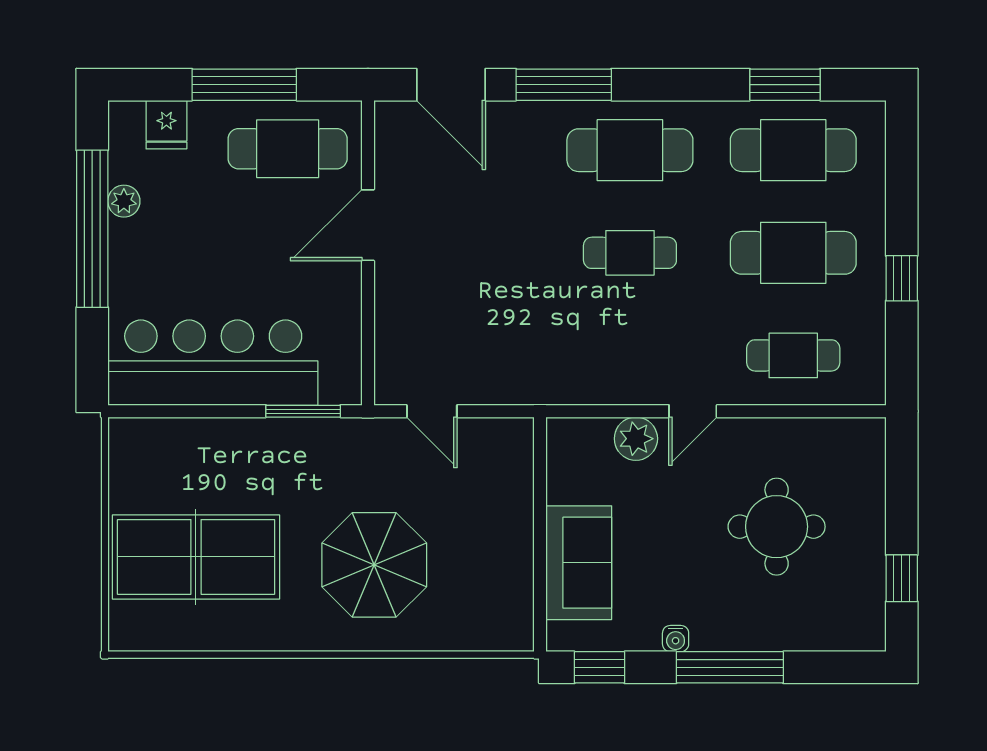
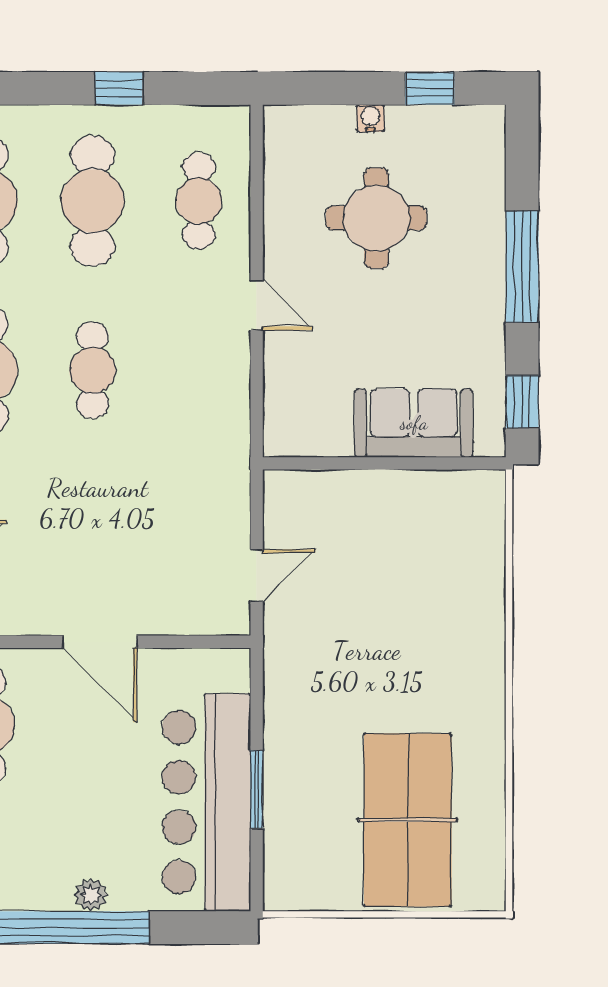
plant: (124, 201) -> (91, 895), moved
door: (368, 225) -> (100, 642), moved
window: (303, 411) -> (257, 789), moved
plant: (636, 439) -> (285, 364), removed
parasol: (374, 565) -> (416, 635), removed
water cooler: (676, 639) -> (370, 118), moved, turned -90

